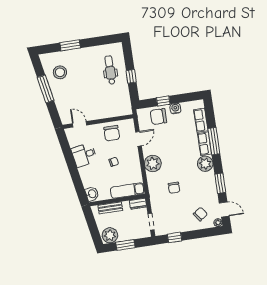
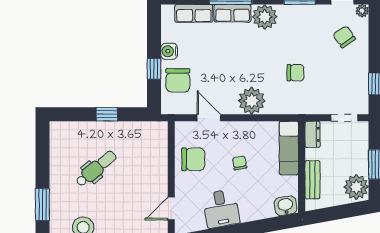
dental chair: (110, 70) -> (96, 169), moved, turned 140

